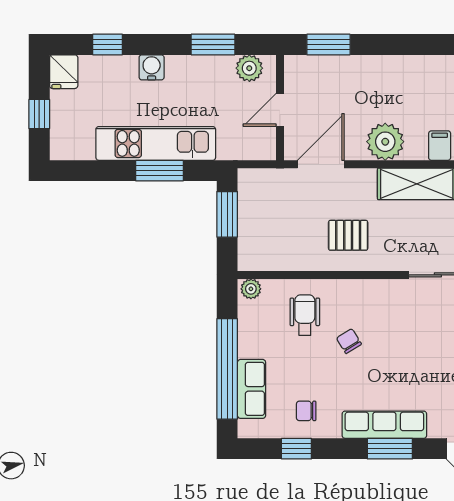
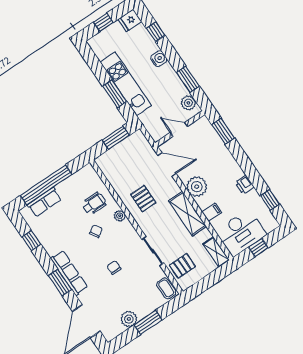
printer: (432, 67) -> (244, 185), added
plant: (251, 289) -> (120, 216), moved
chair: (306, 411) -> (114, 268), moved

